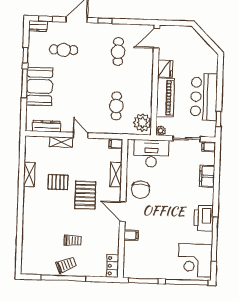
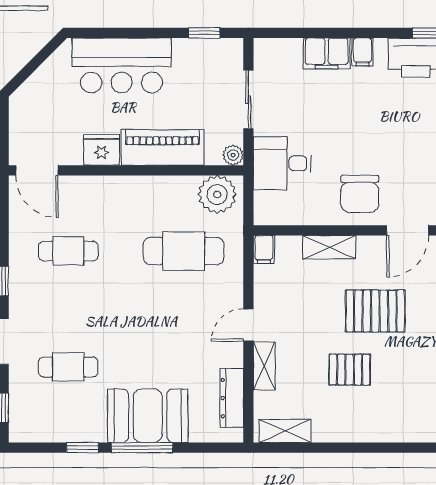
dresser: (38, 26) -> (20, 423), removed
cafe table: (64, 50) -> (68, 367), turned 90
bar counter: (204, 97) -> (122, 65), moved
cafe table: (116, 106) -> (184, 251), width x1.37, depth x1.35
filing cabinet: (209, 147) -> (362, 52), moved
desk: (151, 153) -> (282, 163), width x0.73
shelving: (29, 174) -> (285, 431), moved
pallet: (58, 182) -> (350, 370), turned 90
chair: (140, 190) -> (360, 194), turned 90

